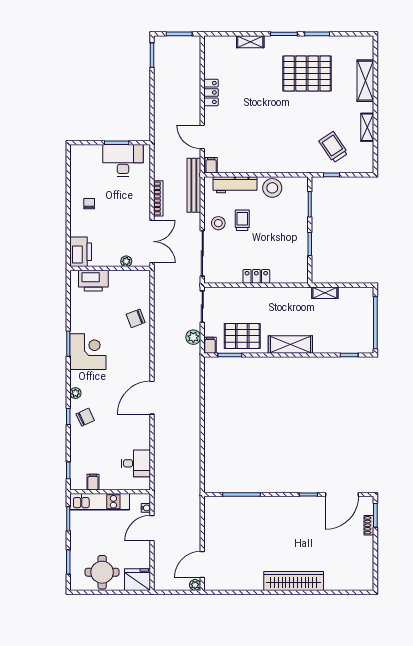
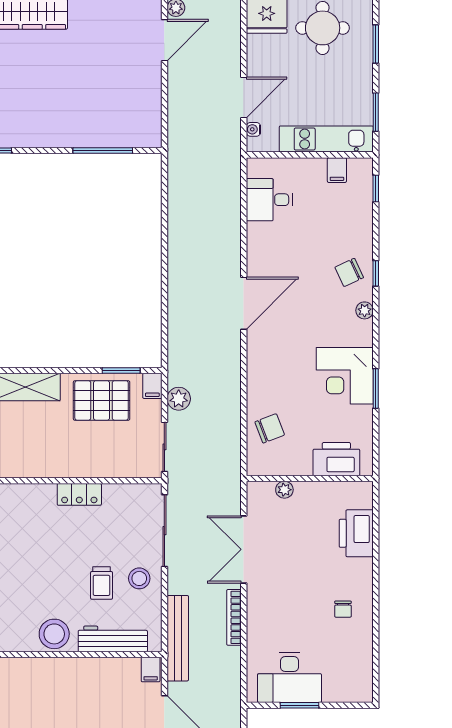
plant: (126, 261) -> (284, 490), moved
wall: (110, 268) -> (310, 478), moved
printer: (93, 281) -> (336, 459), moved

